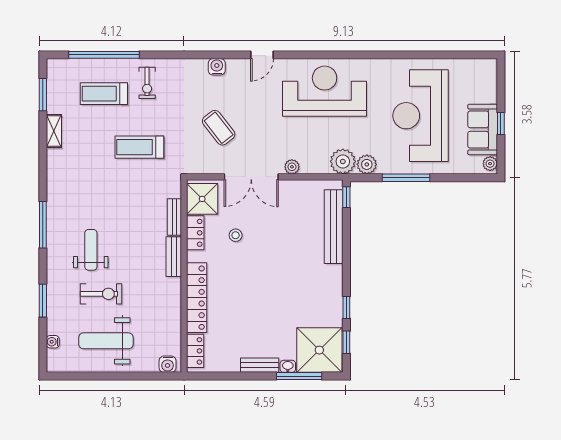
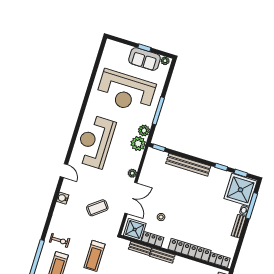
bench: (334, 227) -> (188, 165), moved

